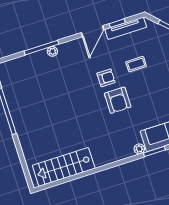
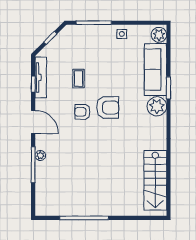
door: (93, 31) -> (33, 122), moved
armchair: (106, 78) -> (82, 112), turned -90
plant: (139, 149) -> (157, 106), width x1.88, depth x1.88

